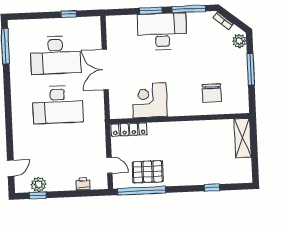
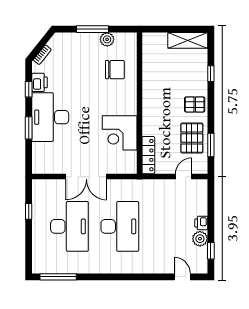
window: (189, 9) -> (29, 89), width x0.46
printer: (196, 19) -> (40, 82), added
plant: (239, 41) -> (107, 39), moved
shelving: (243, 138) -> (188, 40), moved
pallet: (181, 173) -> (195, 104), added
plant: (39, 184) -> (200, 239), moved
printer: (83, 184) -> (201, 223), moved
window: (142, 191) -> (211, 145), width x0.47

